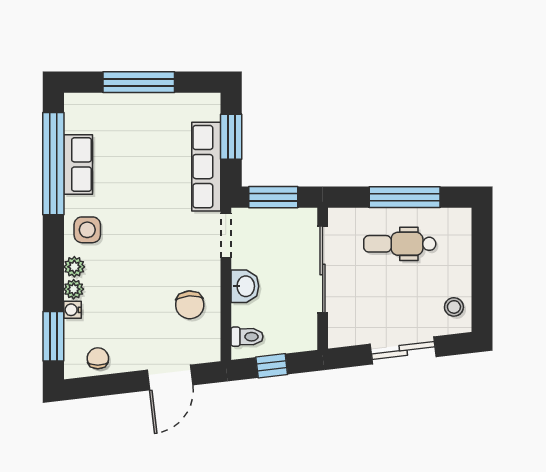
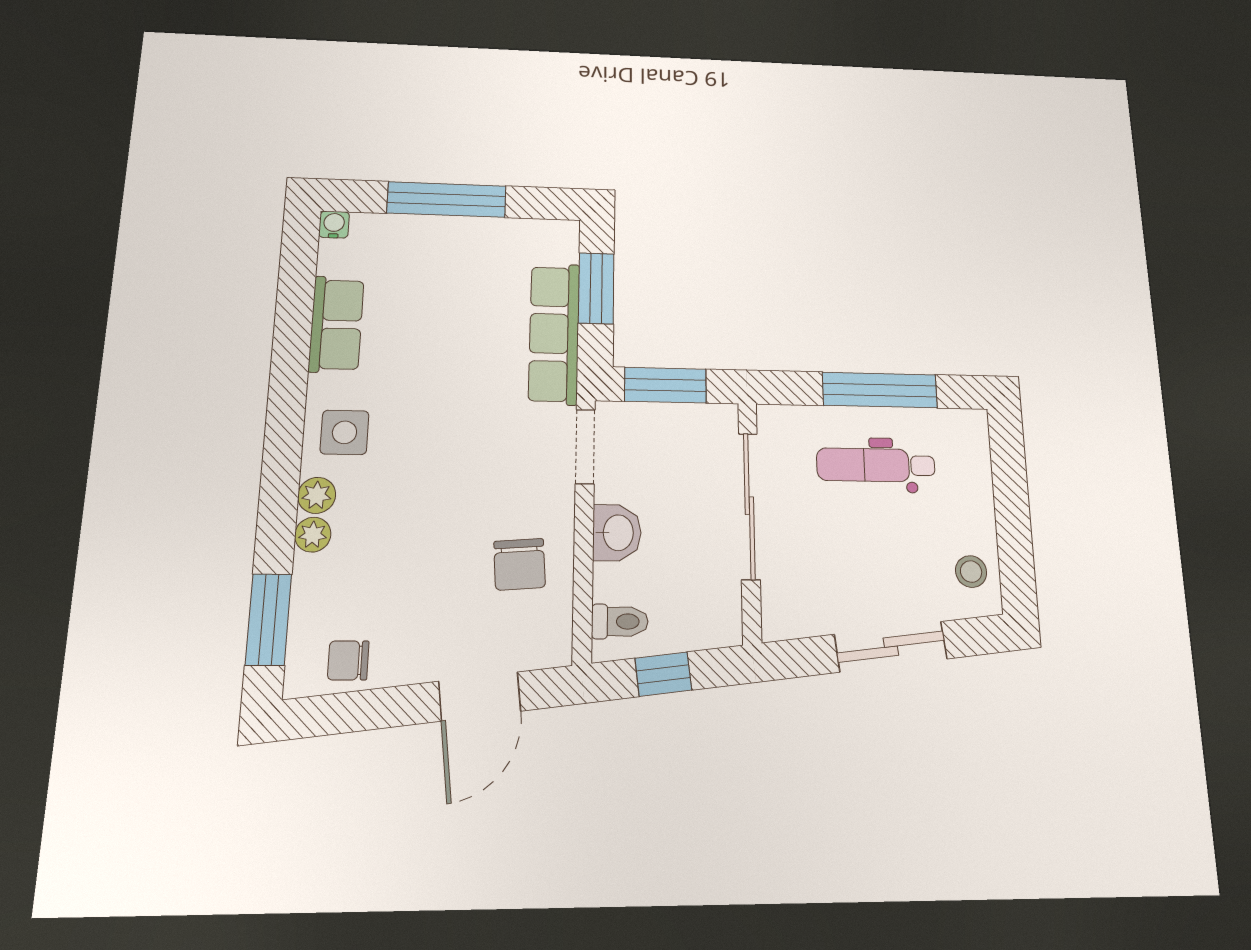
window: (53, 164) -> (293, 322), removed
water cooler: (72, 310) -> (334, 225), moved, turned 90
chair: (98, 358) -> (348, 660), turned -90

